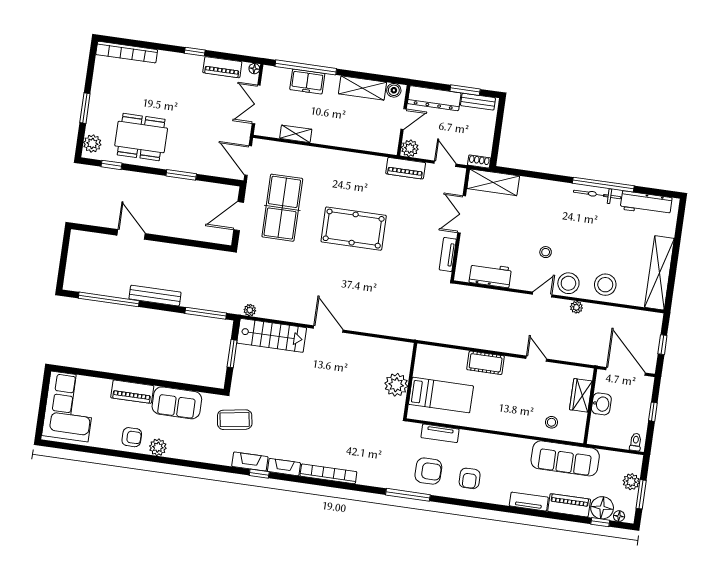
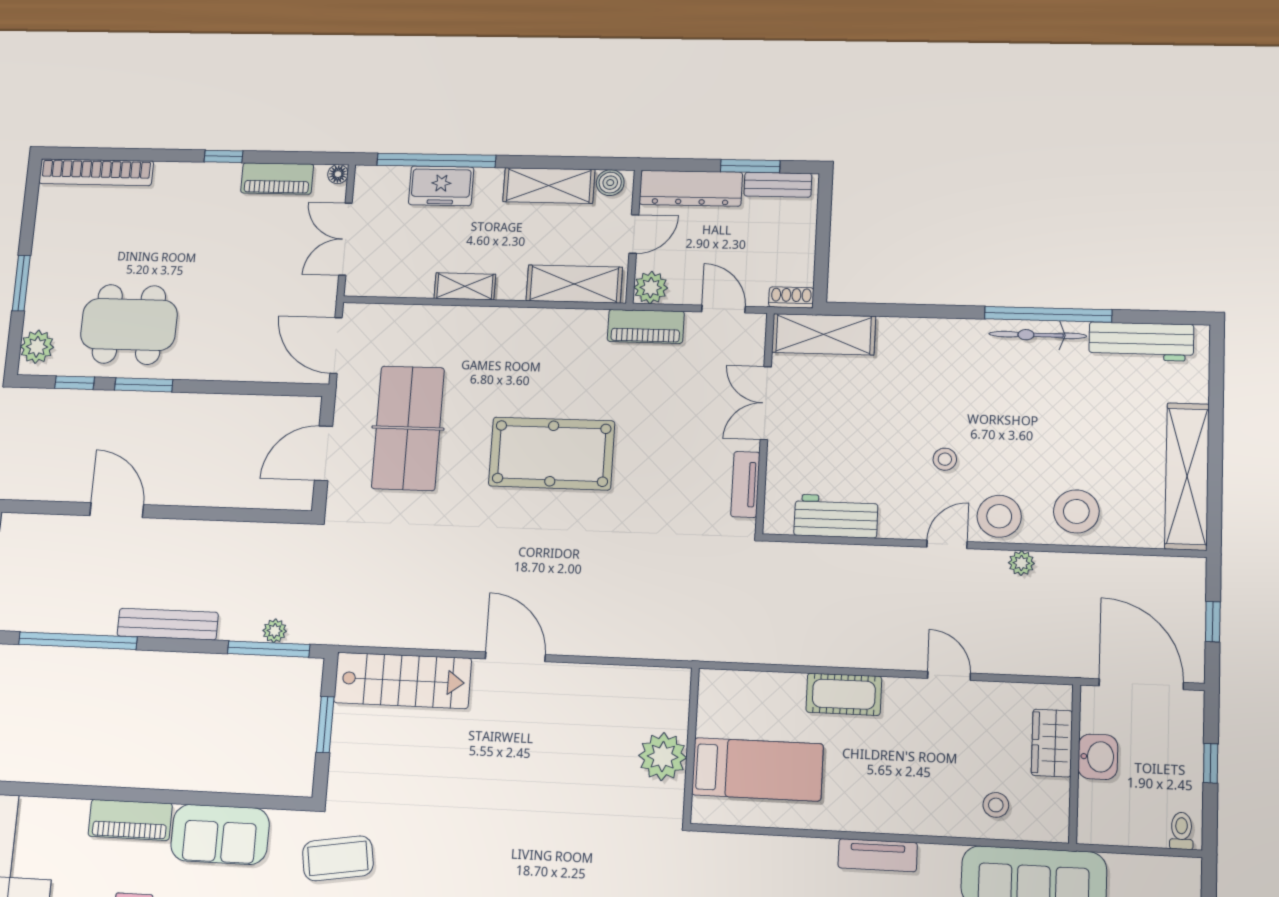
shelving: (296, 134) -> (465, 286), moved
shelving: (372, 142) -> (574, 284), added
window: (181, 175) -> (144, 385), moved
plant: (250, 310) -> (275, 631), moved
tv unit: (440, 433) -> (878, 855), moved

